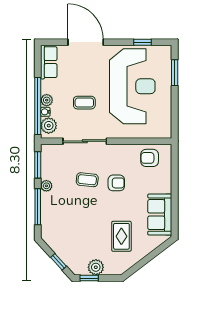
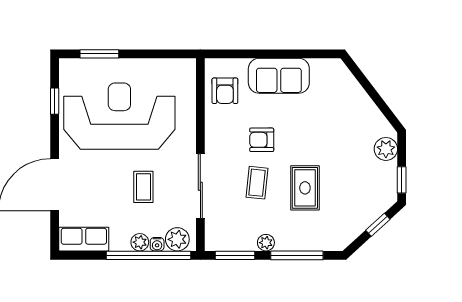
armchair: (116, 183) -> (262, 140), turned -90
sofa: (160, 215) -> (279, 76), moved
rug: (121, 236) -> (305, 188), moved, turned 90
plant: (96, 267) -> (386, 149), moved

